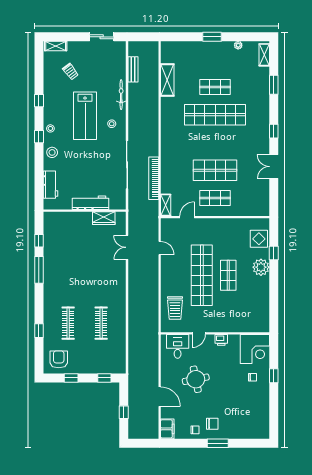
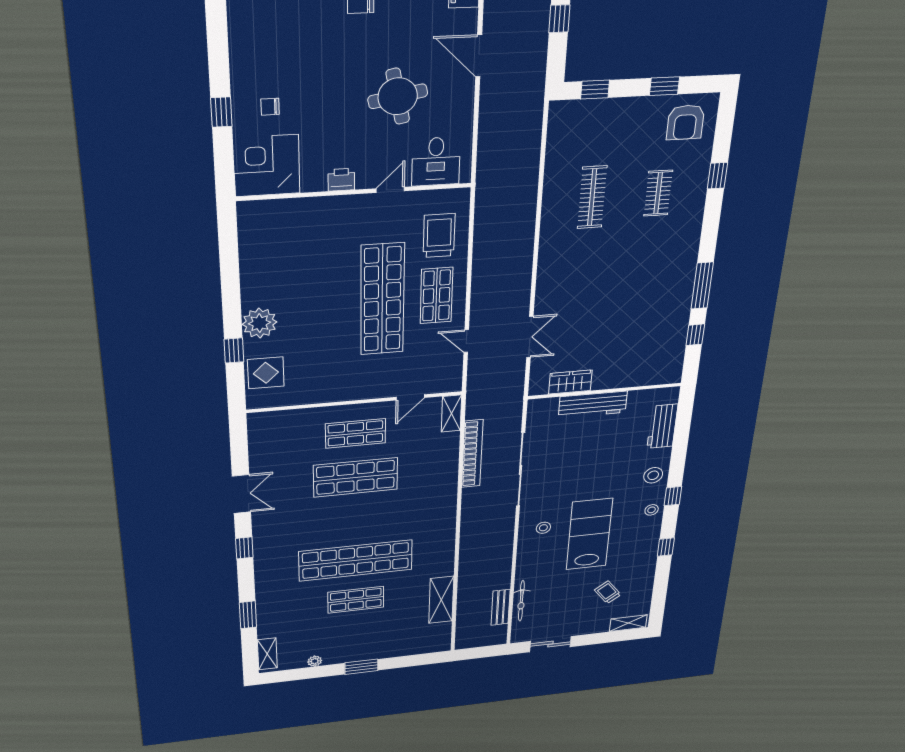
bicycle: (121, 95) -> (521, 601), moved
shop shelf: (228, 275) -> (436, 296), moved
clothes rail: (68, 323) -> (658, 193), width x0.73

